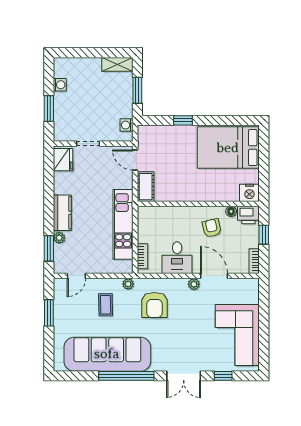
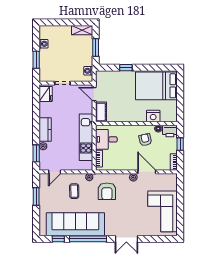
nightstand: (249, 193) -> (153, 116), moved
desk: (177, 258) -> (106, 139), moved, turned 90
window: (223, 376) -> (58, 239), moved

